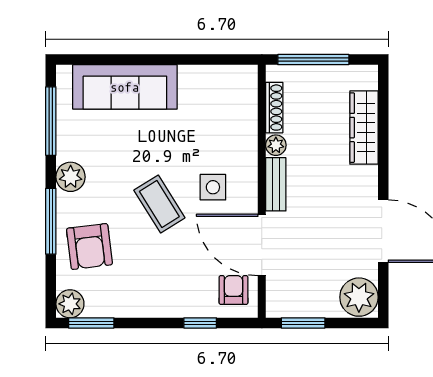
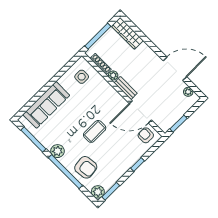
wardrobe: (364, 128) -> (127, 33), moved
side table: (213, 187) -> (82, 77), moved
coffee table: (159, 204) -> (95, 131), turned -58
window: (51, 221) -> (65, 172), width x1.46
plant: (359, 297) -> (188, 92), width x0.53, depth x0.53
window: (200, 323) -> (137, 165), moved

